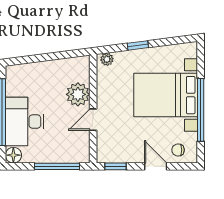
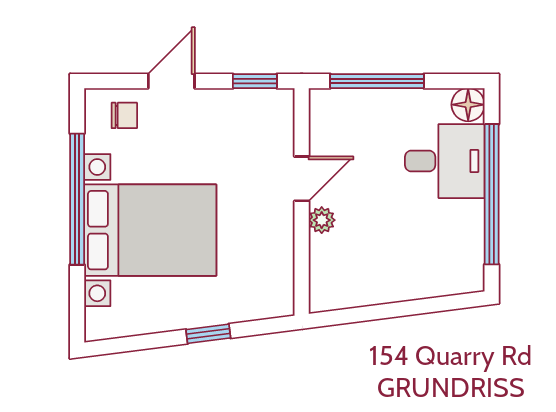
plant: (107, 59) -> (273, 305), removed
plant: (78, 94) -> (322, 220), width x0.53, depth x0.53
desk: (25, 122) -> (445, 161), width x0.73
door: (156, 166) -> (171, 81), swing flipped

